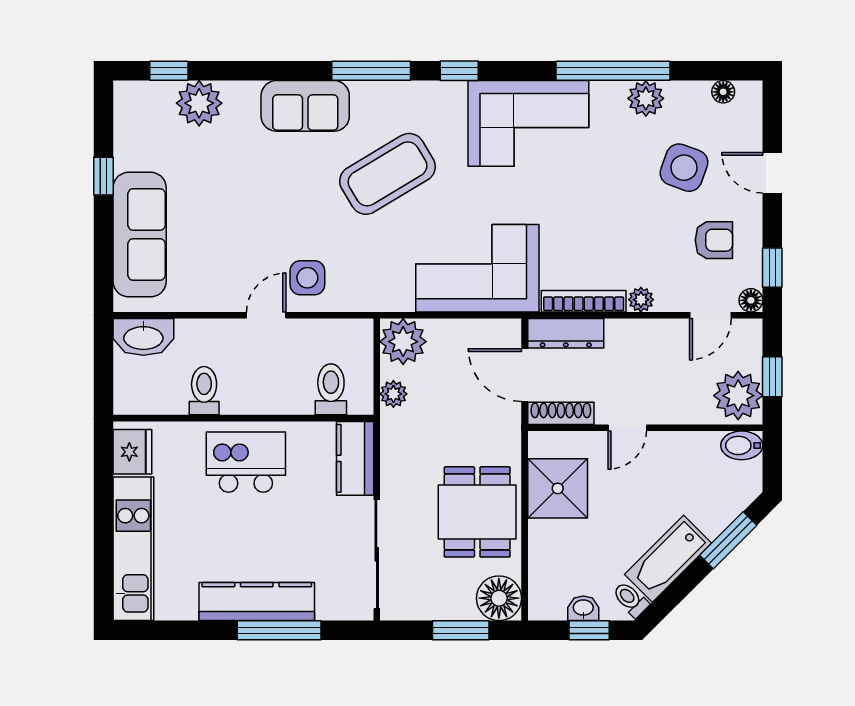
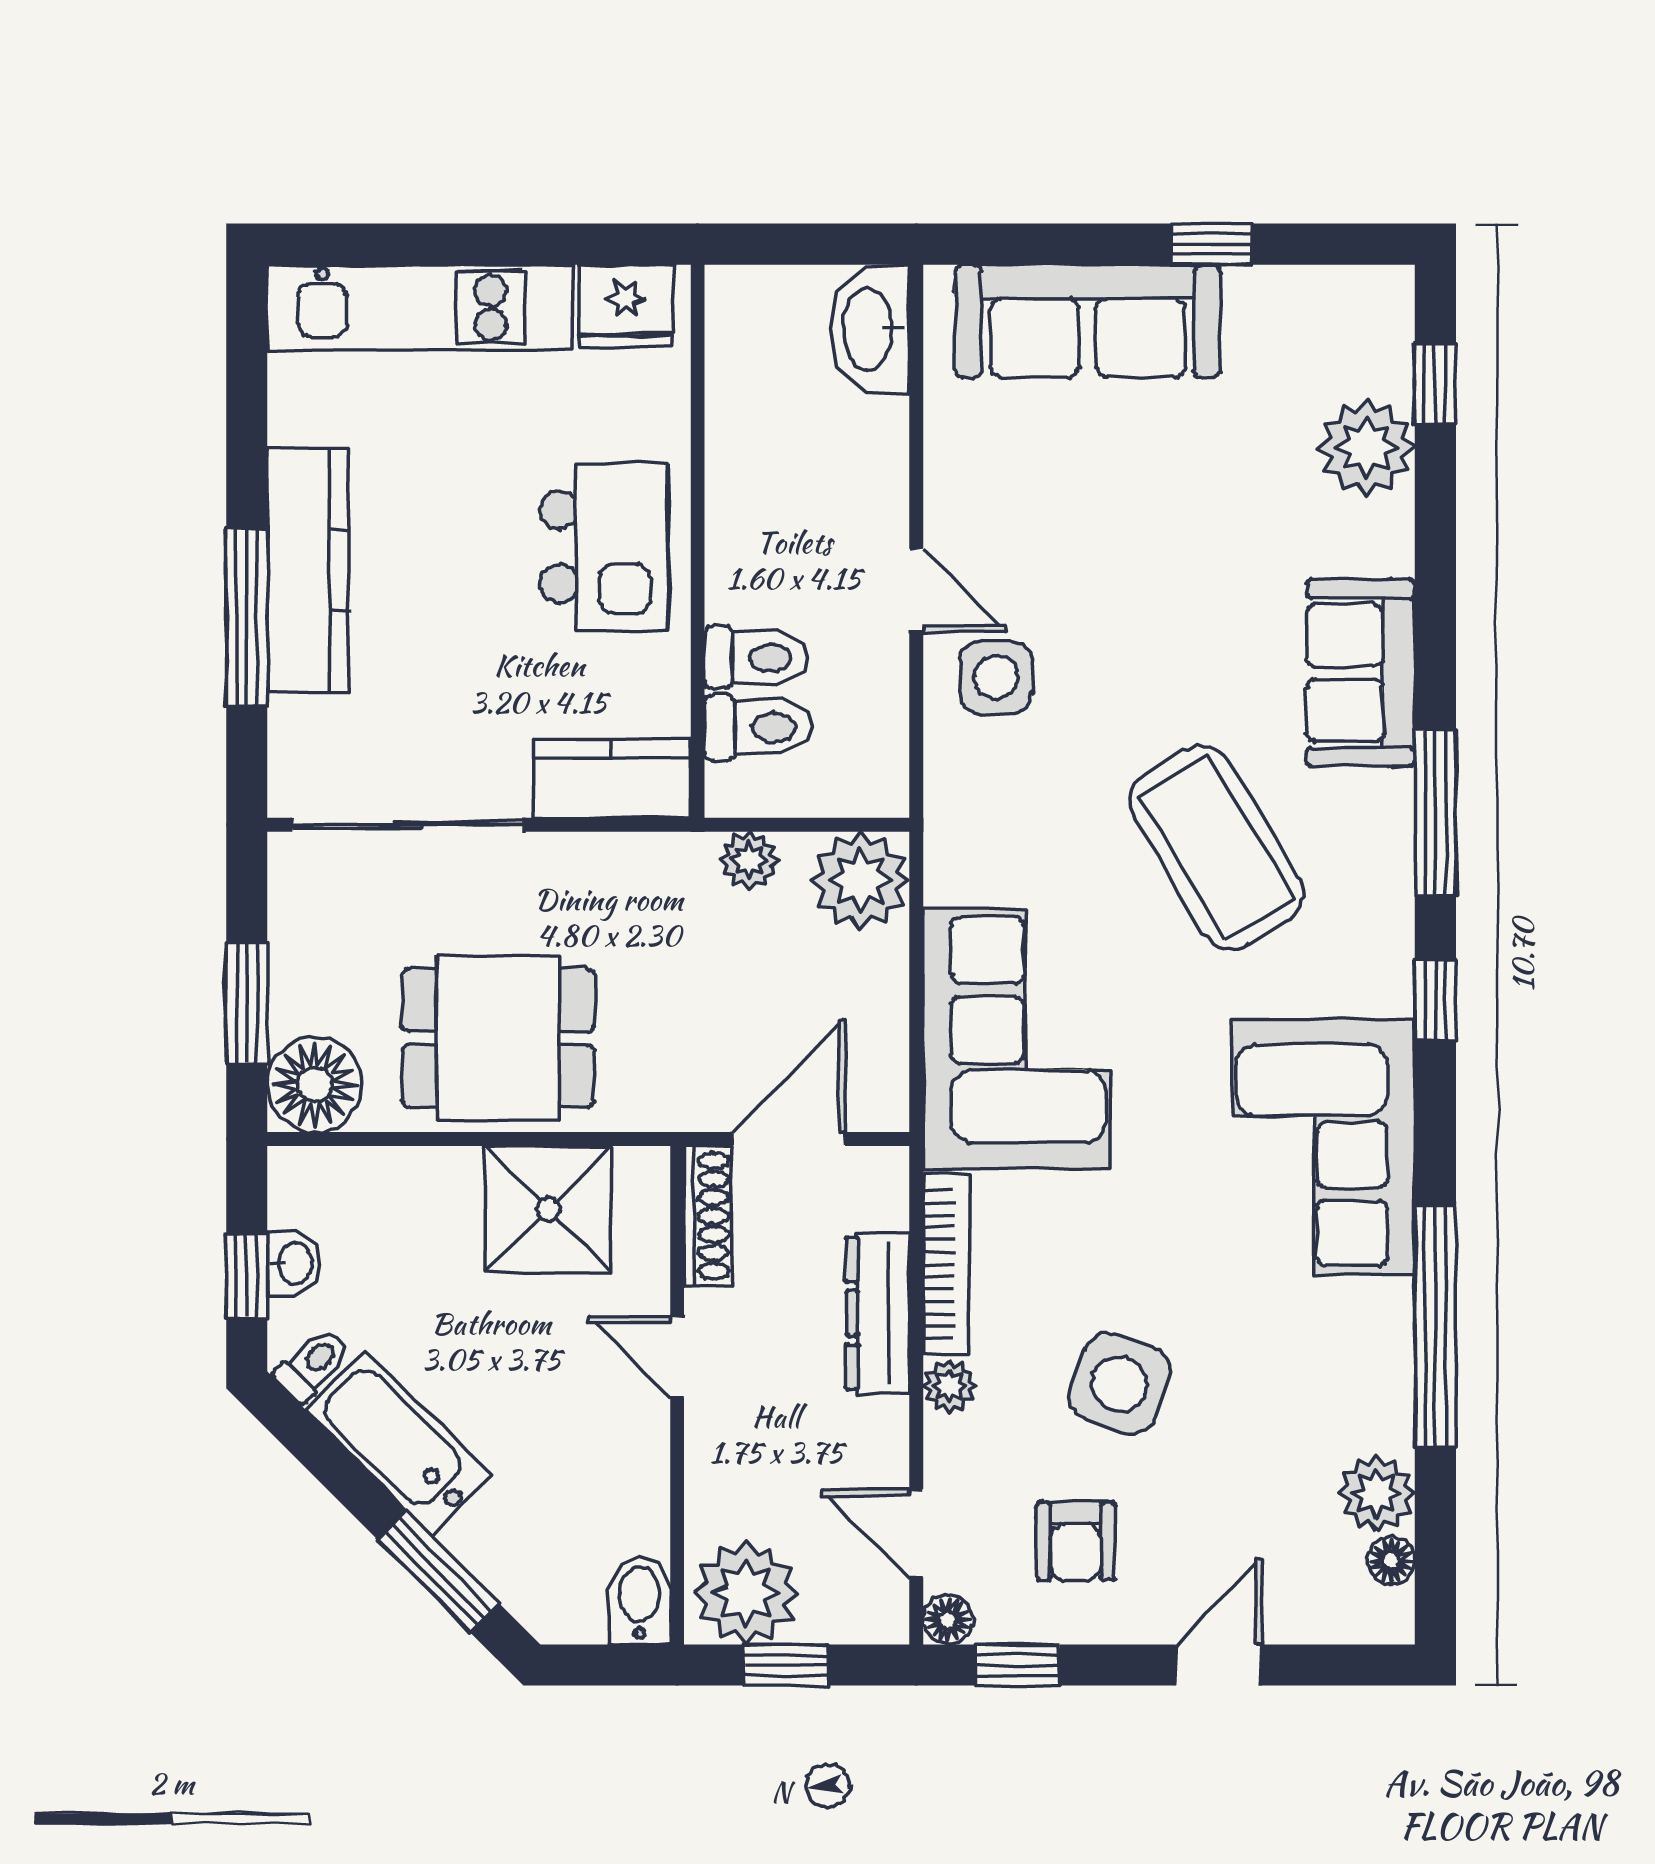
plant: (646, 98) -> (1377, 1493), moved
side table: (684, 168) -> (1120, 1384), moved
dresser: (566, 333) -> (878, 1313), moved
toilet: (204, 391) -> (756, 658), moved

